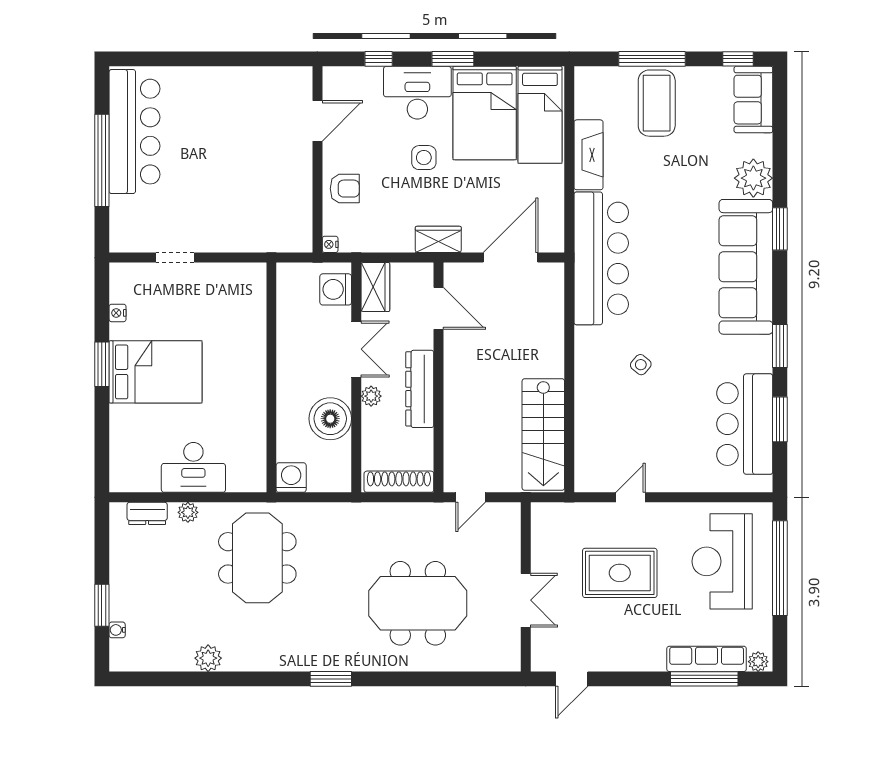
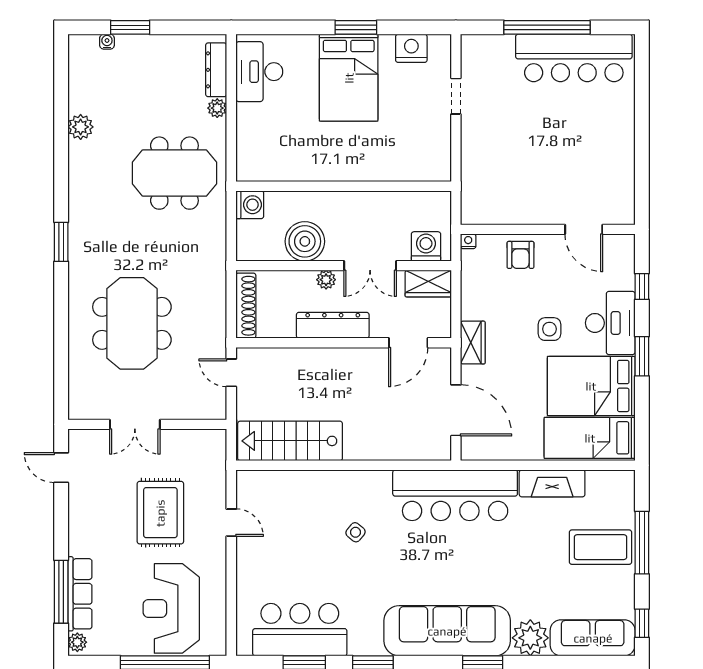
sofa: (753, 100) -> (593, 638), width x1.36
nightstand: (118, 313) -> (411, 48), width x1.89, depth x1.79
desk: (193, 467) -> (259, 72), moved
dresser: (147, 513) -> (216, 70), width x1.44
reception desk: (722, 561) -> (171, 608), turned -90

